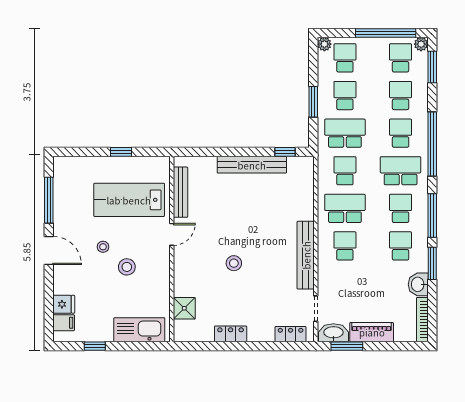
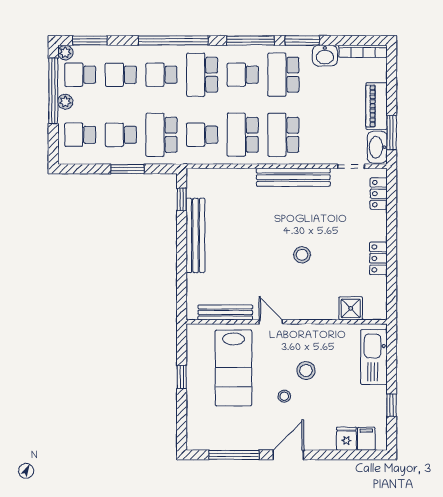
plant: (324, 44) -> (65, 102), moved
school desk: (345, 246) -> (283, 135), width x1.85
school desk: (401, 246) -> (283, 75), width x1.85

